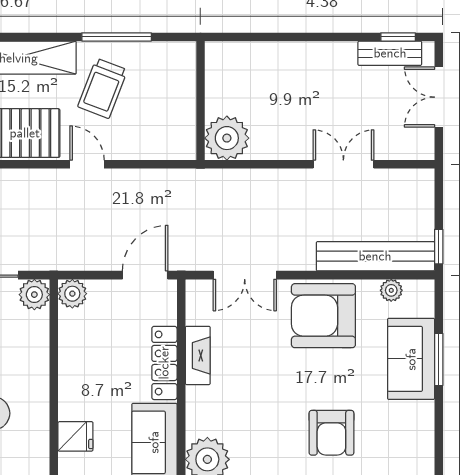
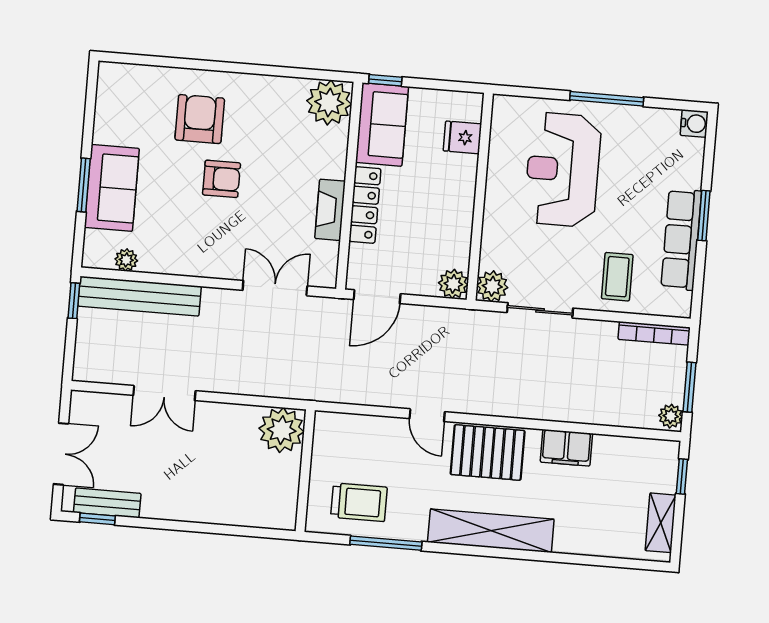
trolley: (103, 88) -> (359, 502), moved, turned 69
armchair: (323, 316) -> (221, 179), moved, width x0.53, depth x0.53

